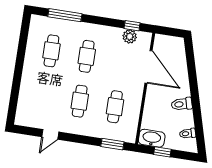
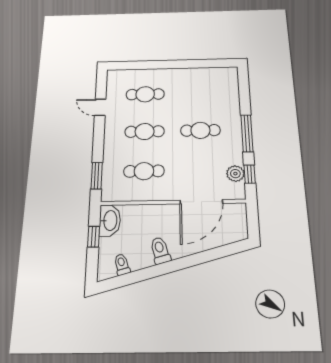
window: (65, 15) -> (247, 133), moved
cafe table: (51, 51) -> (145, 94), moved

